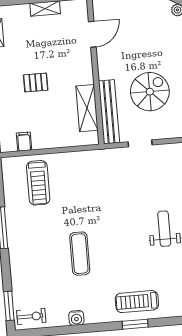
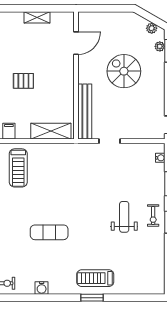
spiral stairs: (150, 92) -> (124, 71), moved, turned -90
shelving: (87, 108) -> (51, 131), moved, turned 90
exercise mat: (80, 254) -> (49, 232), turned 90

